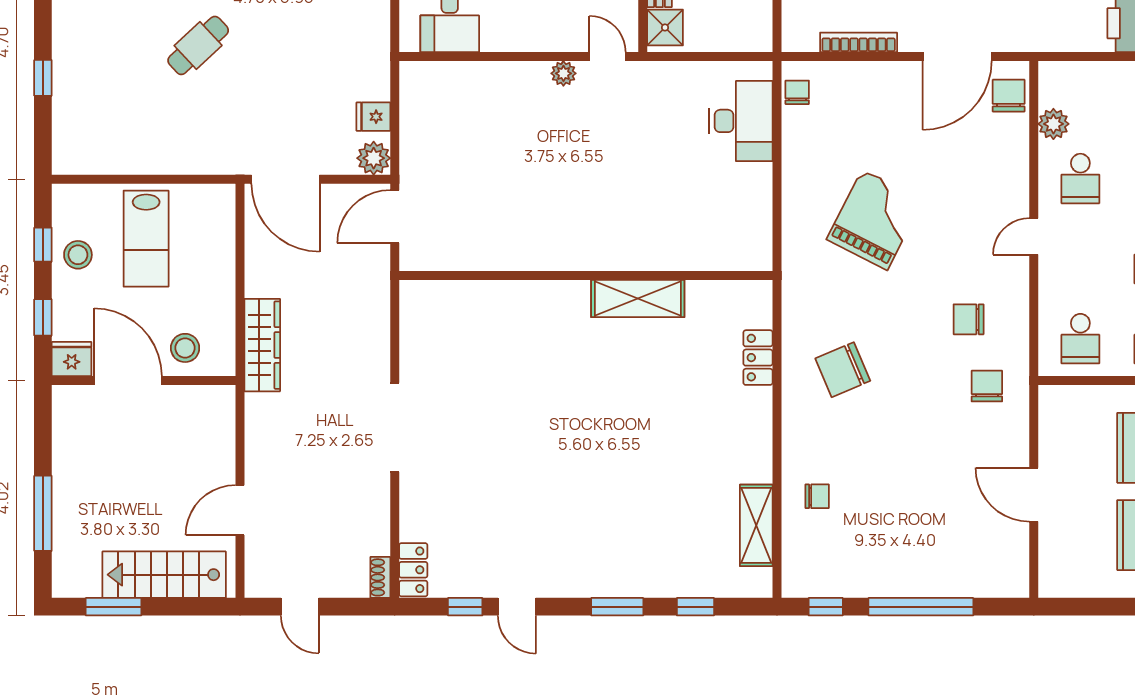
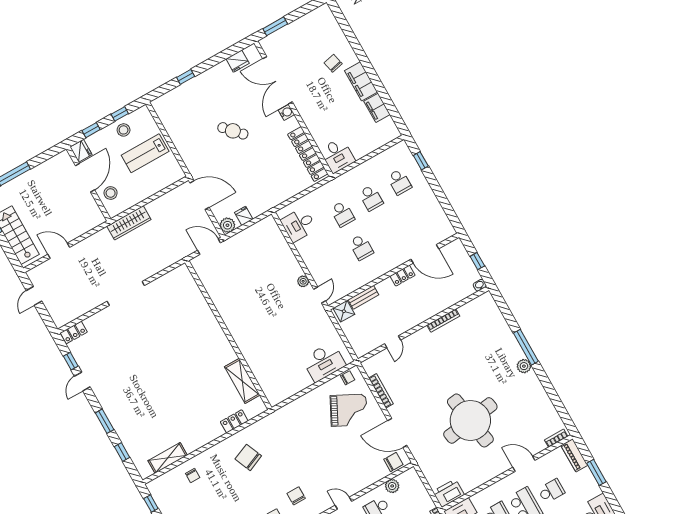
door: (286, 179) -> (200, 195), swing flipped
grand piano: (875, 220) -> (349, 410), moved
shelving: (638, 299) -> (242, 381), moved
shoe rack: (380, 577) -> (63, 321), removed

